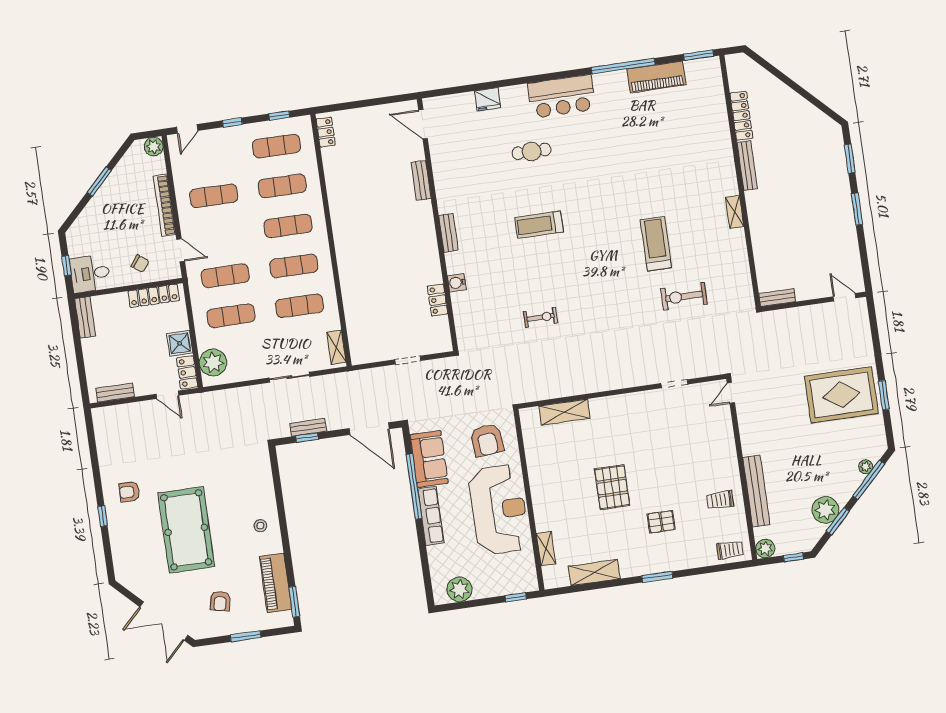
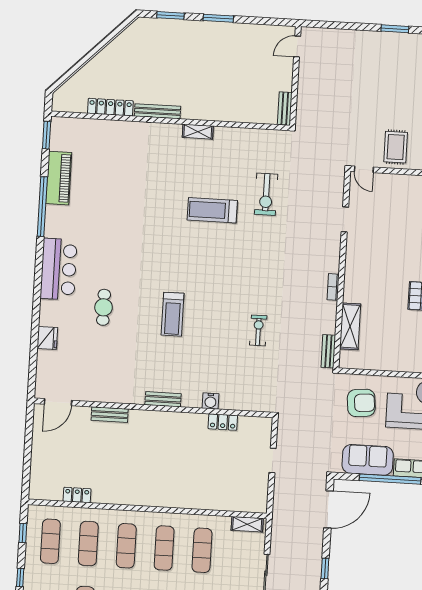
locker: (326, 132) -> (77, 495), moved
bookcase: (602, 386) -> (333, 287), added
rug: (841, 395) -> (396, 147), moved, width x0.54, depth x0.49
bench: (308, 427) -> (328, 351), moved

